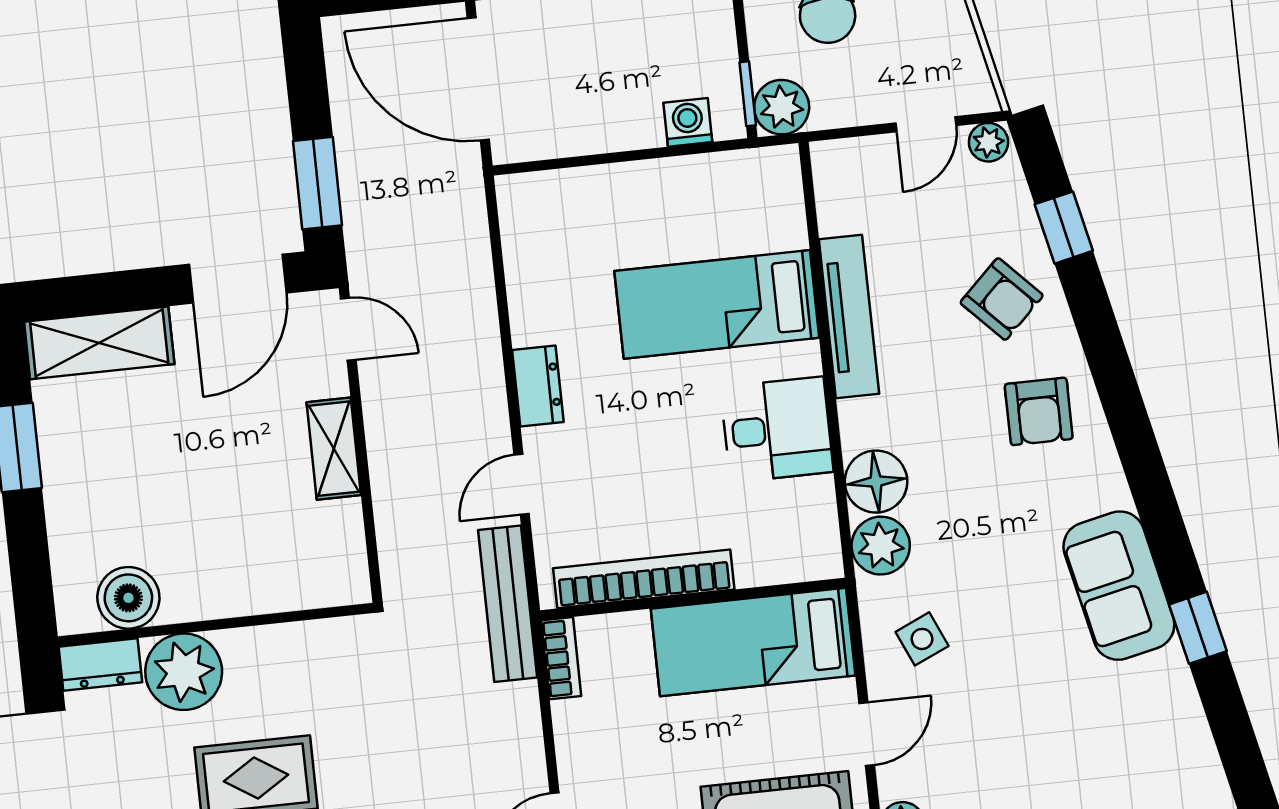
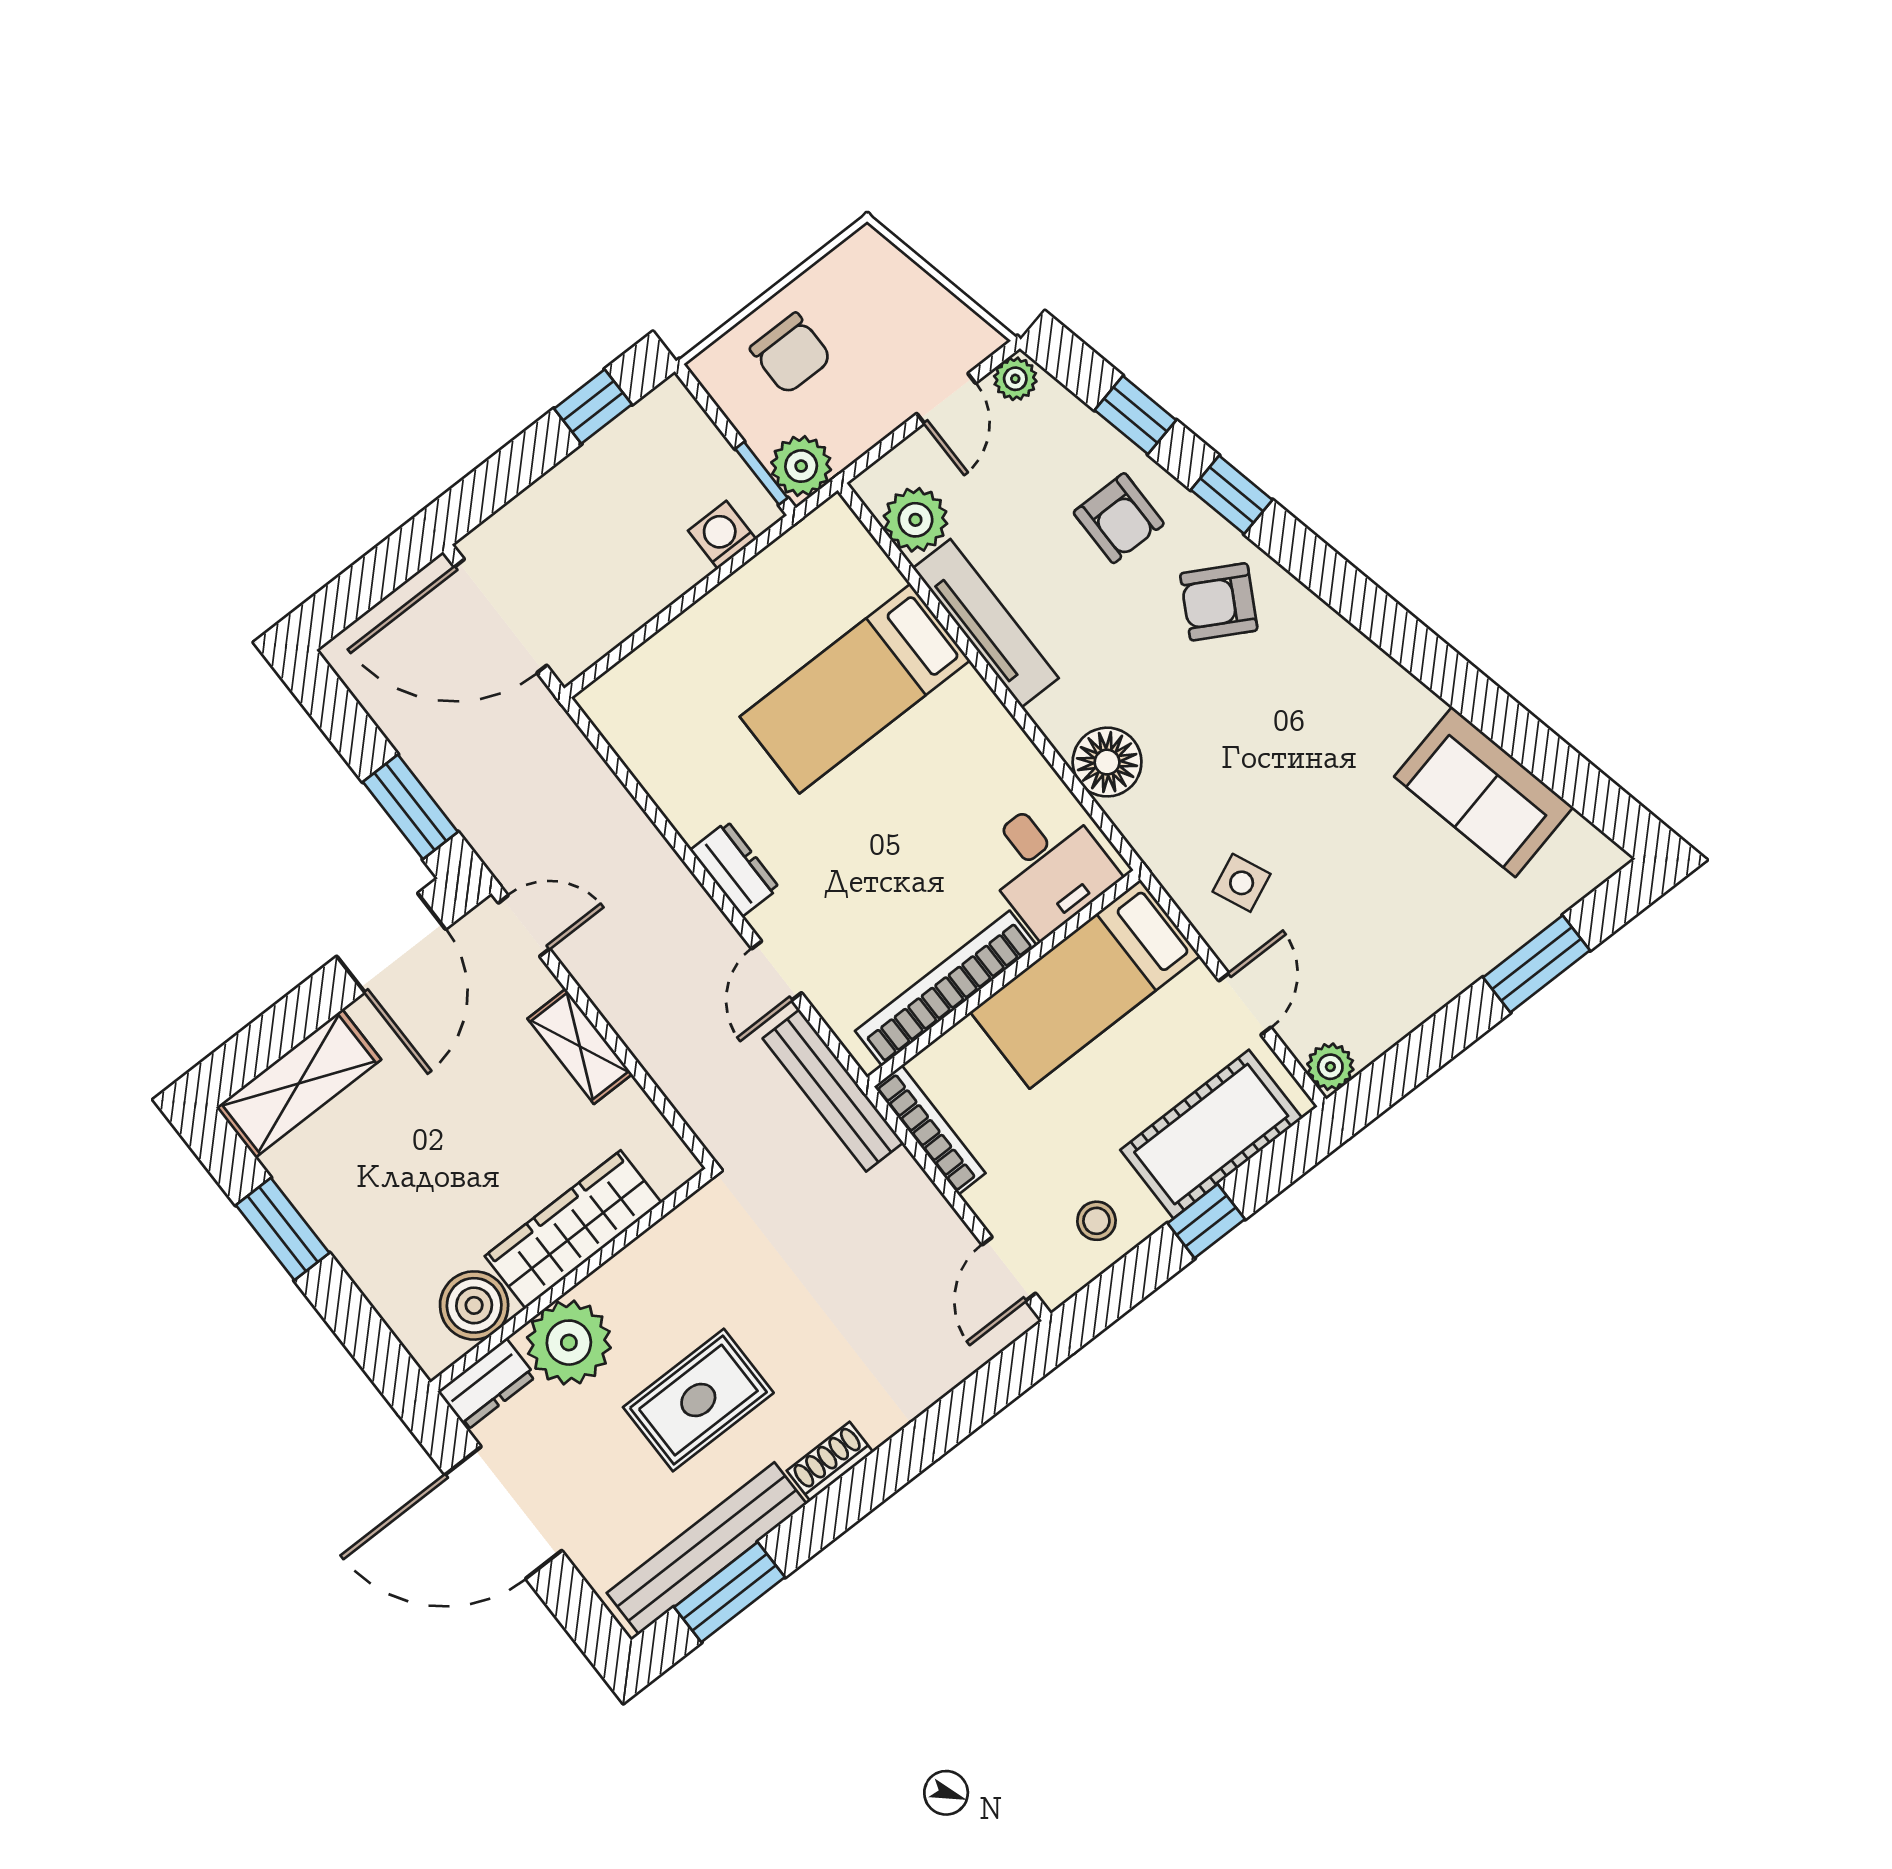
armchair: (1002, 299) -> (1119, 518), turned 44
armchair: (1039, 411) -> (1219, 602), turned 119
desk: (777, 430) -> (1047, 865), moved, turned 90
plant: (881, 546) -> (915, 520), moved
sofa: (1119, 586) -> (1484, 792), moved
wardrobe: (241, 587) -> (573, 1229), added
window: (1198, 628) -> (1232, 495), moved
bookcase: (561, 658) -> (930, 1130), width x1.56

